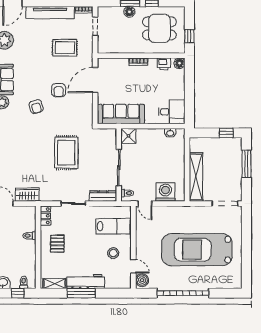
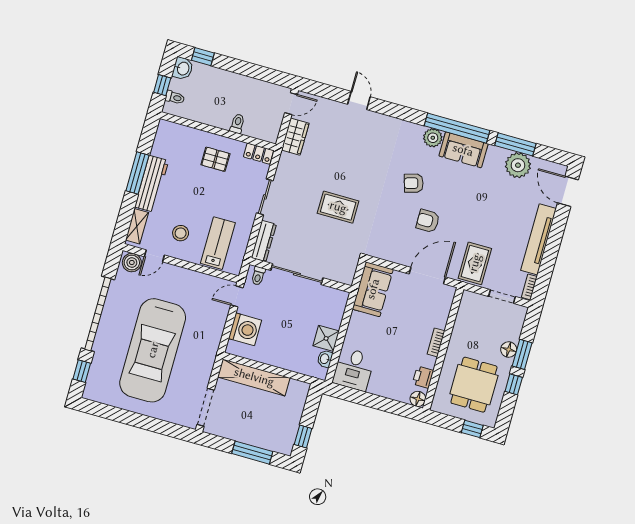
window: (189, 36) -> (472, 429), moved
rug: (65, 48) -> (475, 263), moved
door: (95, 80) -> (427, 276), hinge flipped
sofa: (121, 114) -> (373, 289), width x0.73
shower: (128, 136) -> (326, 338), moved
rug: (66, 153) -> (338, 207), width x0.73, depth x0.70
lab bench: (113, 226) -> (218, 243), turned 180
car: (197, 250) -> (153, 350), turned 180
shelving: (55, 283) -> (137, 226), moved
window: (224, 293) -> (82, 371), added

